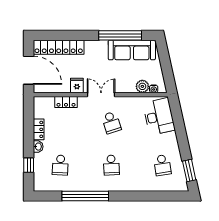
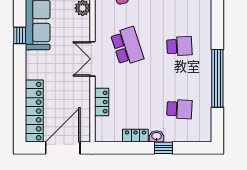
window: (120, 35) -> (20, 35), width x0.32
fridge: (77, 85) -> (81, 89), removed
school desk: (111, 123) -> (127, 46), width x1.85
window: (29, 165) -> (164, 148), moved

